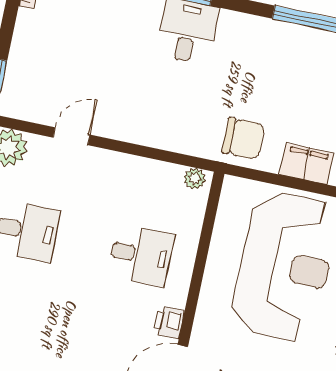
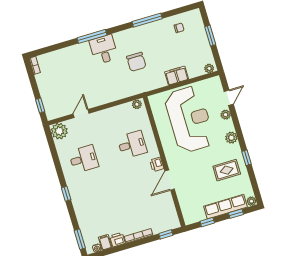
chair: (243, 139) -> (136, 62), moved, turned 90

